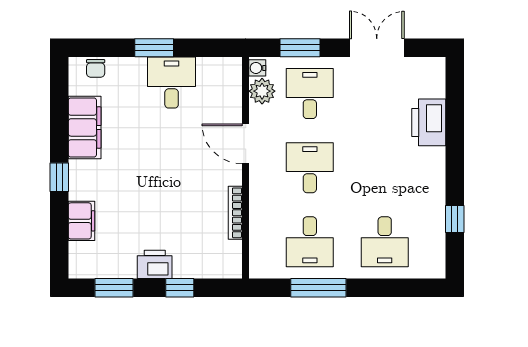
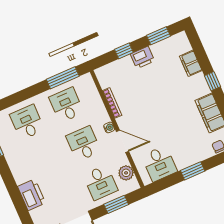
water cooler: (257, 68) -> (109, 127), moved
desk: (172, 83) -> (159, 164), moved
desk: (310, 168) -> (83, 144), turned 180
window: (318, 288) -> (63, 78), moved

